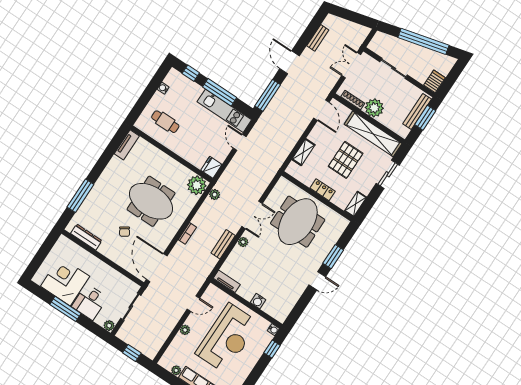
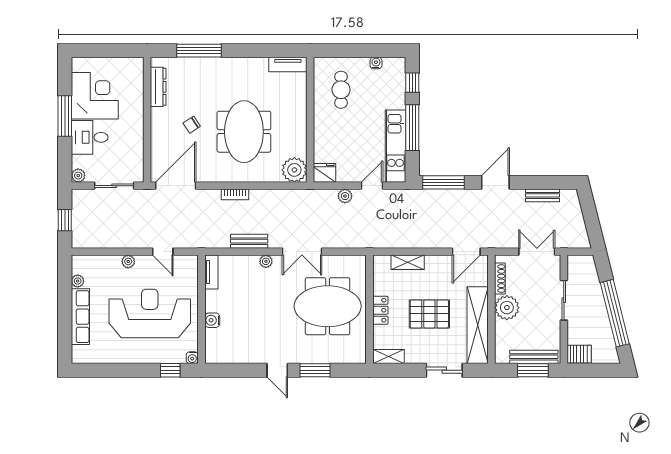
plant: (215, 195) -> (345, 196), moved
reception desk: (227, 338) -> (150, 313), turned 180

